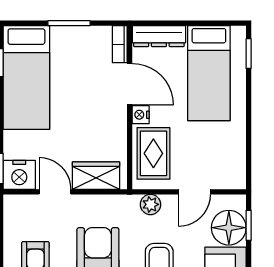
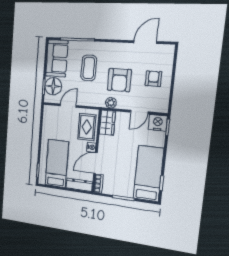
door: (130, 84) -> (96, 163), hinge flipped
wardrobe: (96, 176) -> (107, 123), moved, turned -90
door: (55, 192) -> (139, 112), hinge flipped
plant: (150, 204) -> (111, 103), moved

